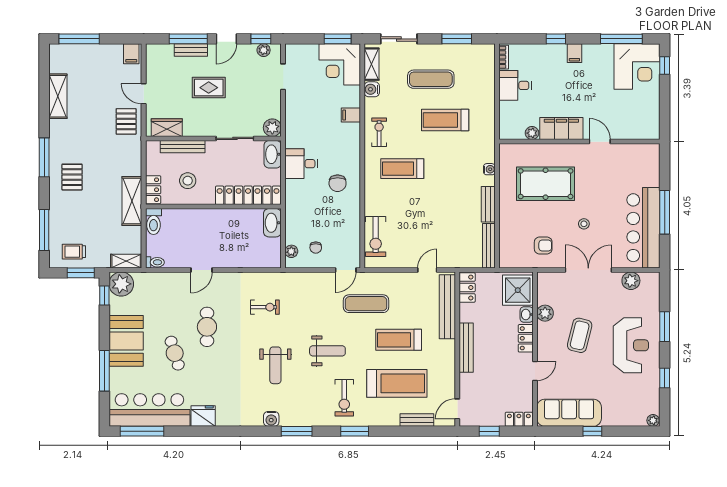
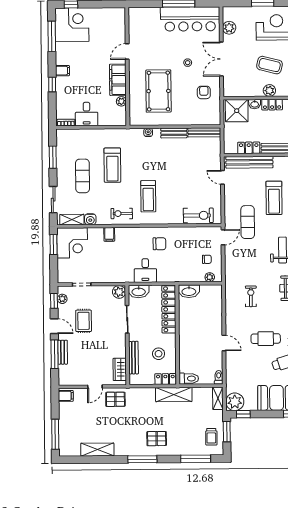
rug: (209, 88) -> (84, 321), moved
door: (346, 270) -> (223, 237), hinge flipped
locker: (467, 288) -> (249, 148), moved
plant: (545, 313) -> (269, 90), moved

